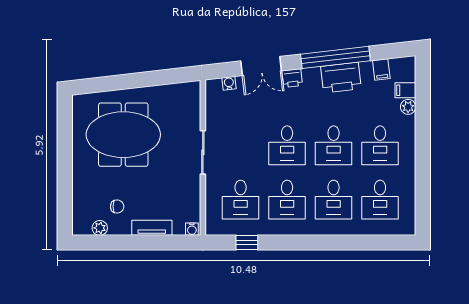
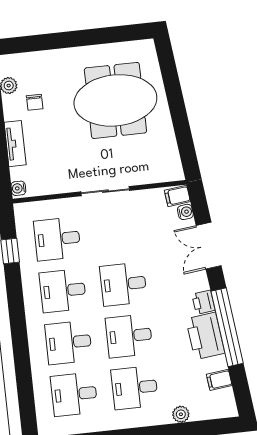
printer: (292, 78) -> (203, 302), moved
filing cabinet: (405, 90) -> (177, 196), moved, turned -97
meeting table: (123, 135) -> (115, 100), turned 90

